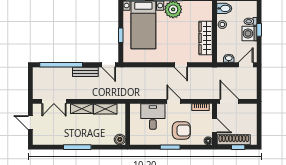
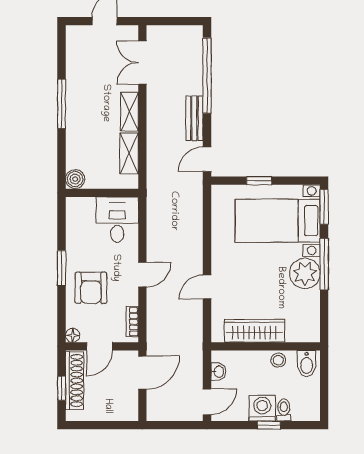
door: (246, 65) -> (207, 402), hinge flipped
desk: (153, 117) -> (117, 220), moved, turned -90

